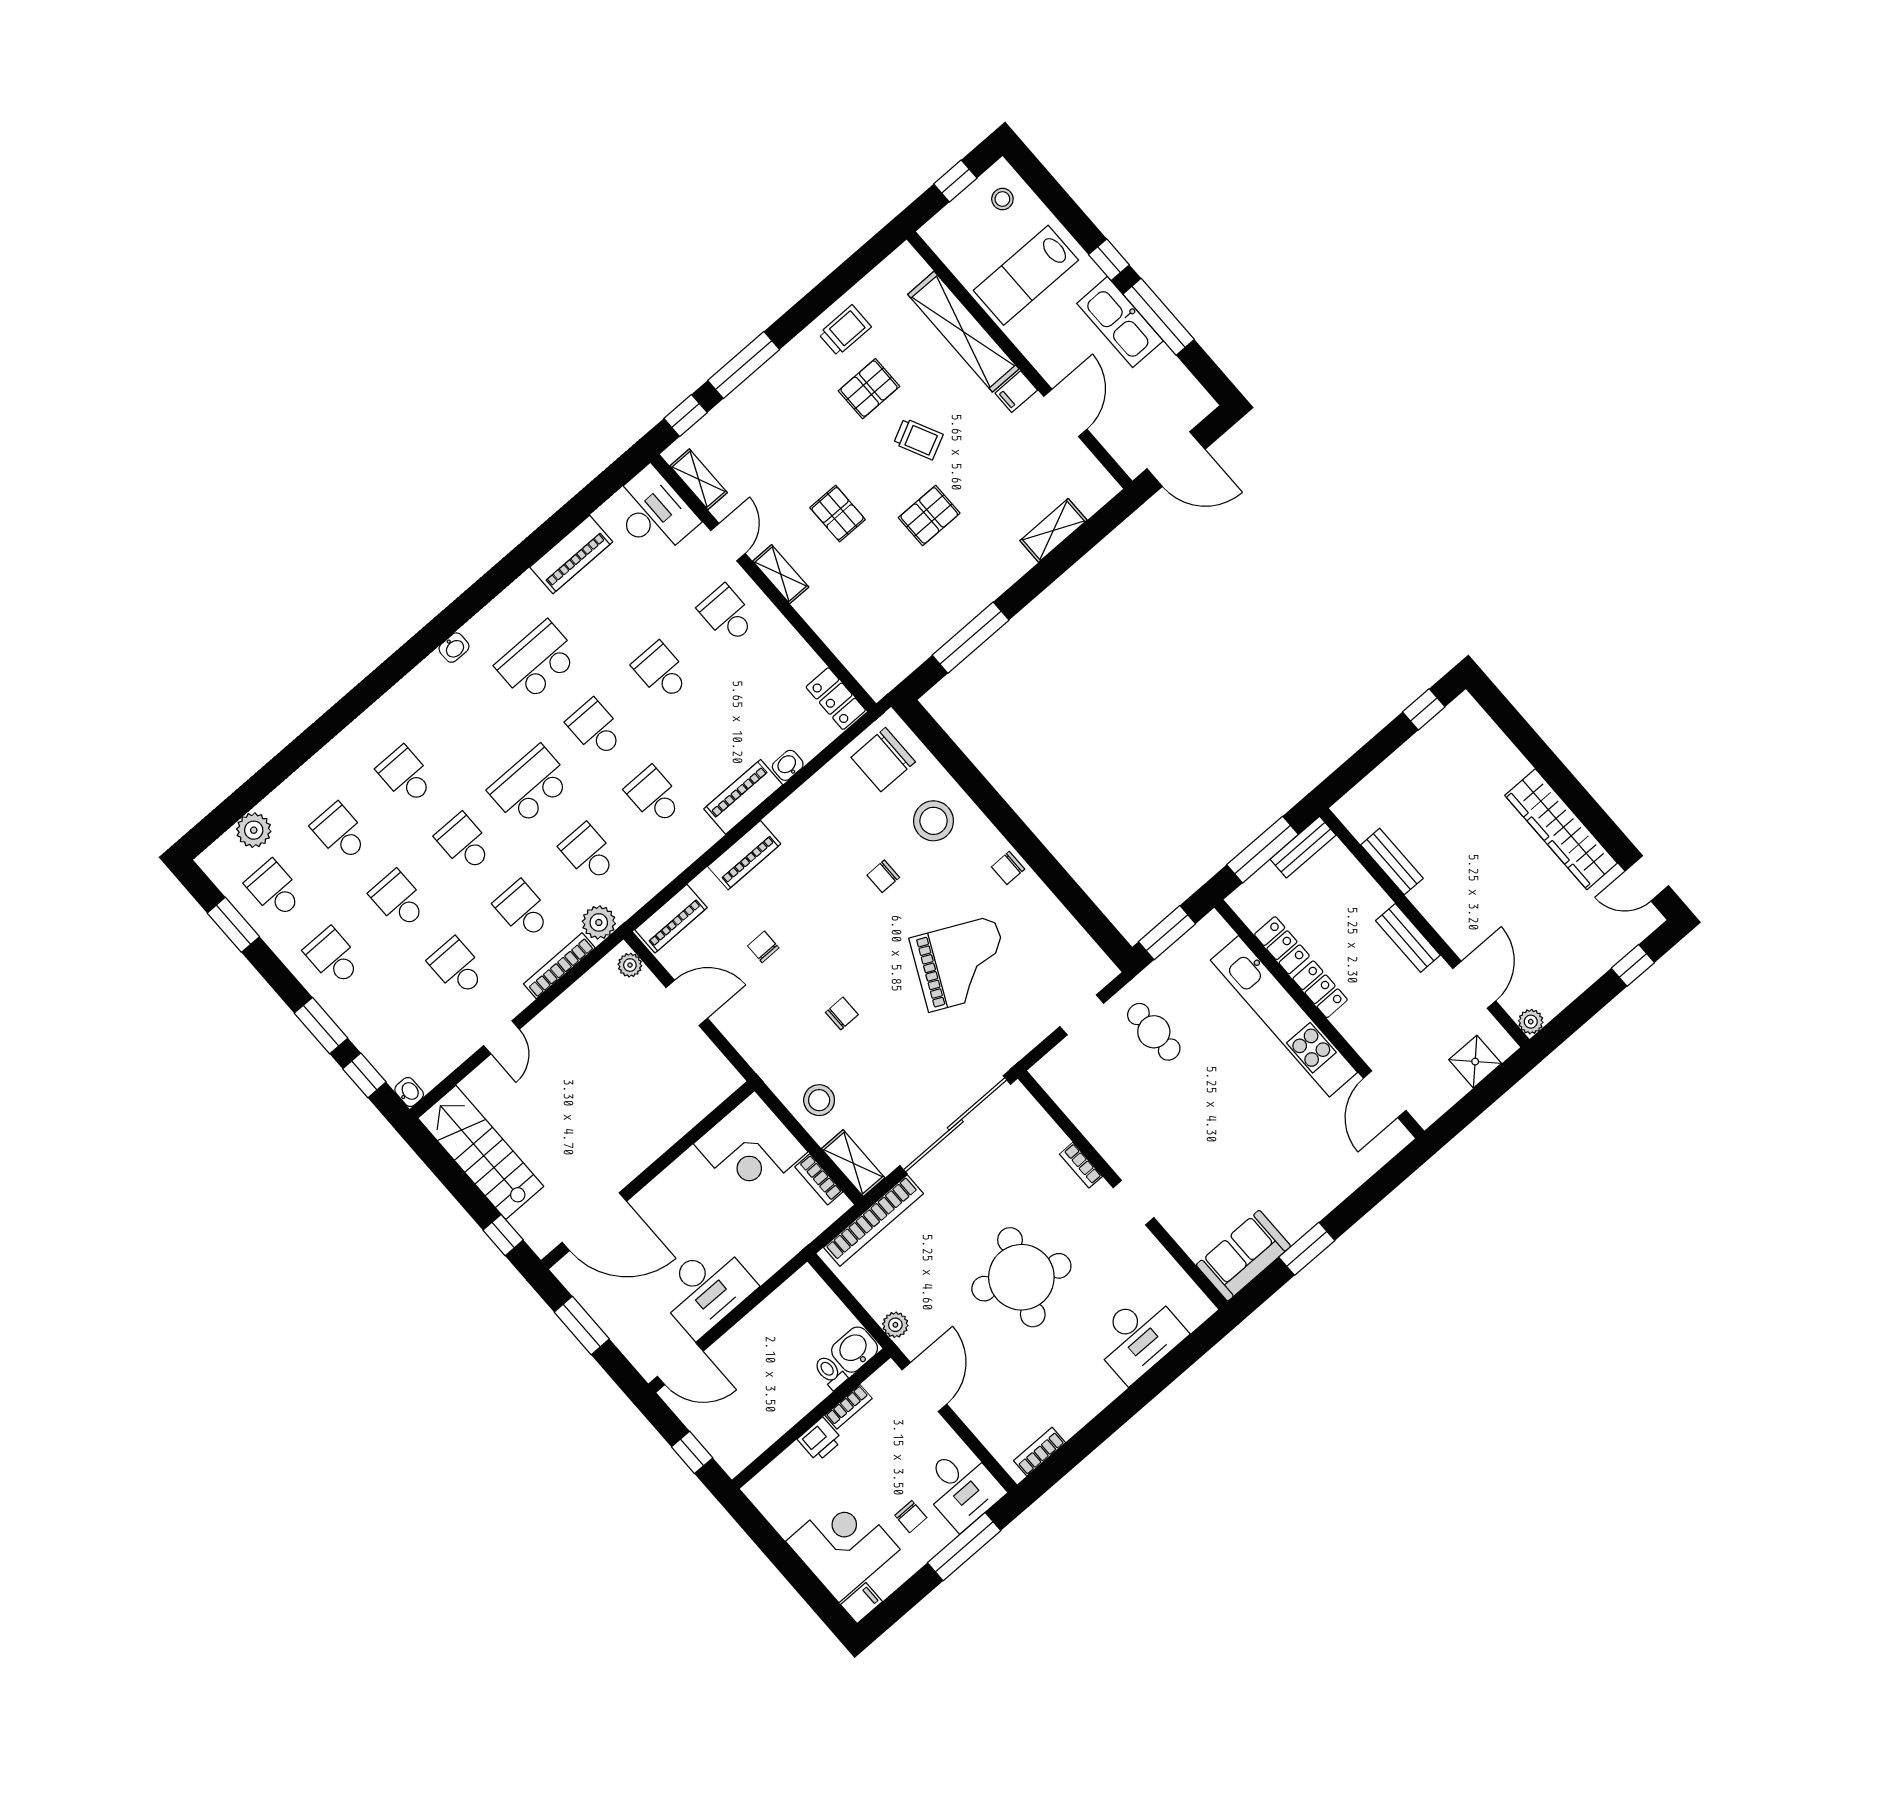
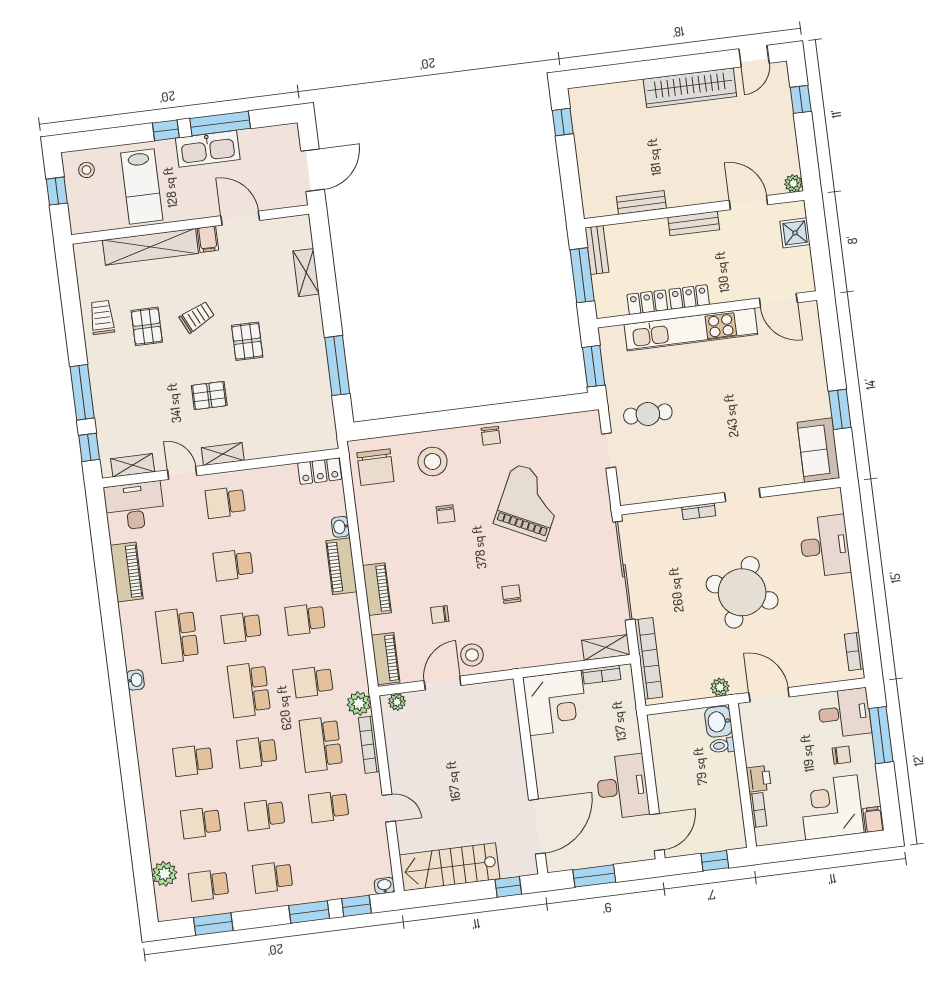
school desk: (523, 910) -> (321, 744), width x1.85
stool: (819, 1100) -> (472, 655), moved
bookcase: (848, 1407) -> (758, 810), moved

